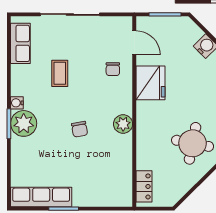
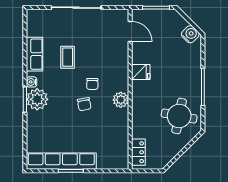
row of seats: (20, 43) -> (34, 54), moved
chair: (113, 69) -> (92, 84), moved
fridge: (150, 83) -> (141, 72), width x0.53, depth x0.75
row of seats: (41, 197) -> (61, 161), width x1.36

